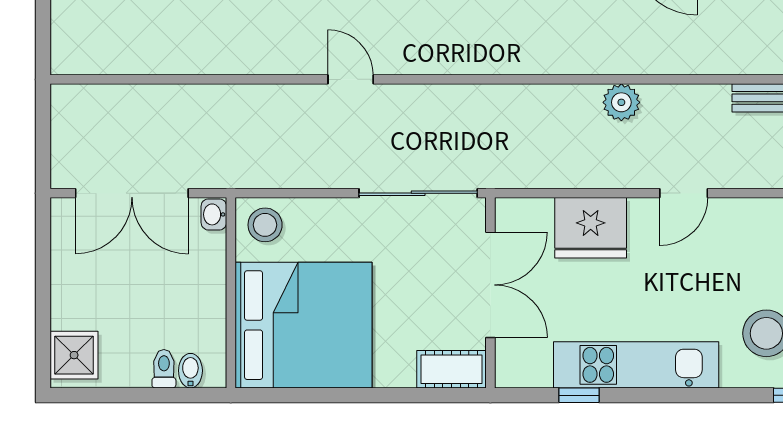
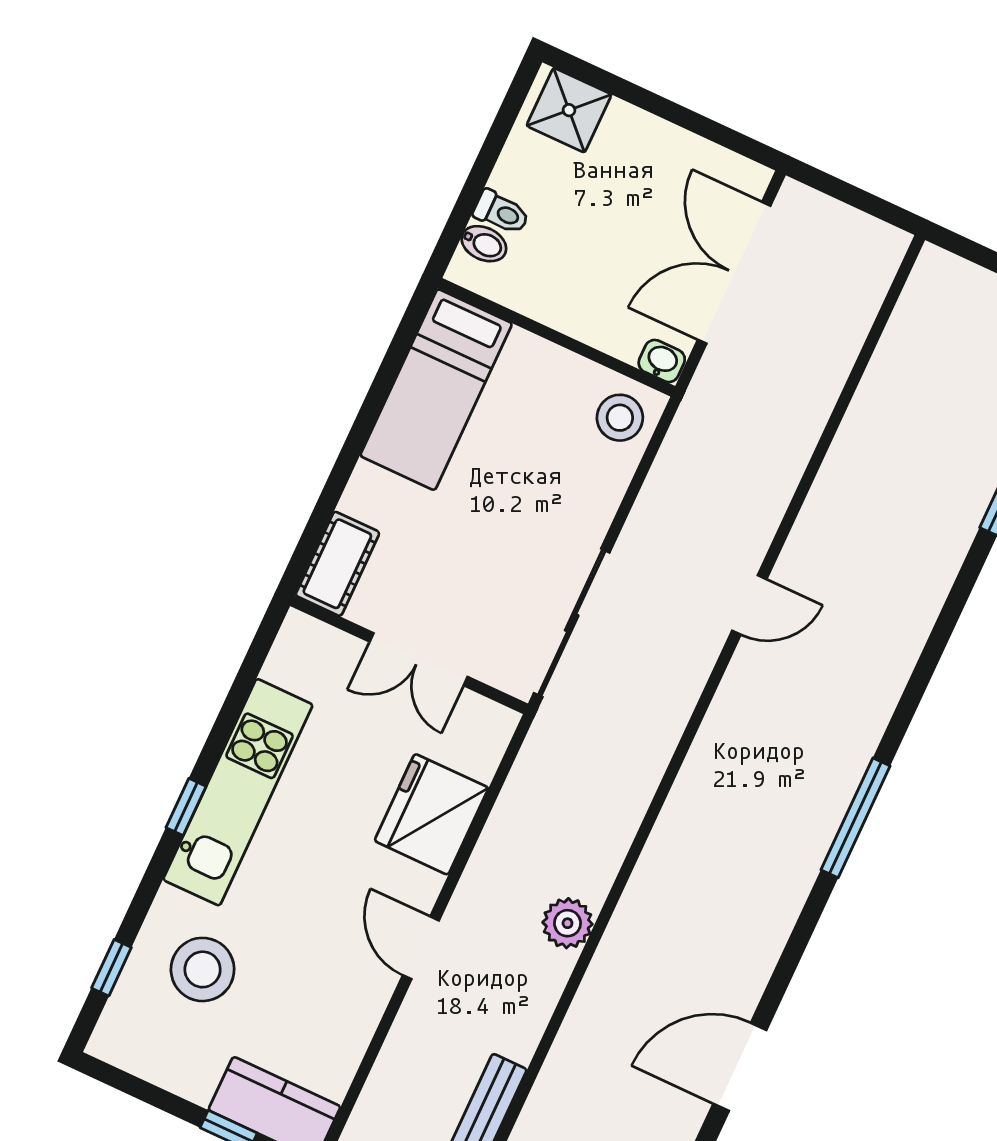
double door: (490, 285) -> (419, 659), width x0.73
bed: (303, 325) -> (436, 390), width x0.49
window: (579, 395) -> (186, 807), moved

